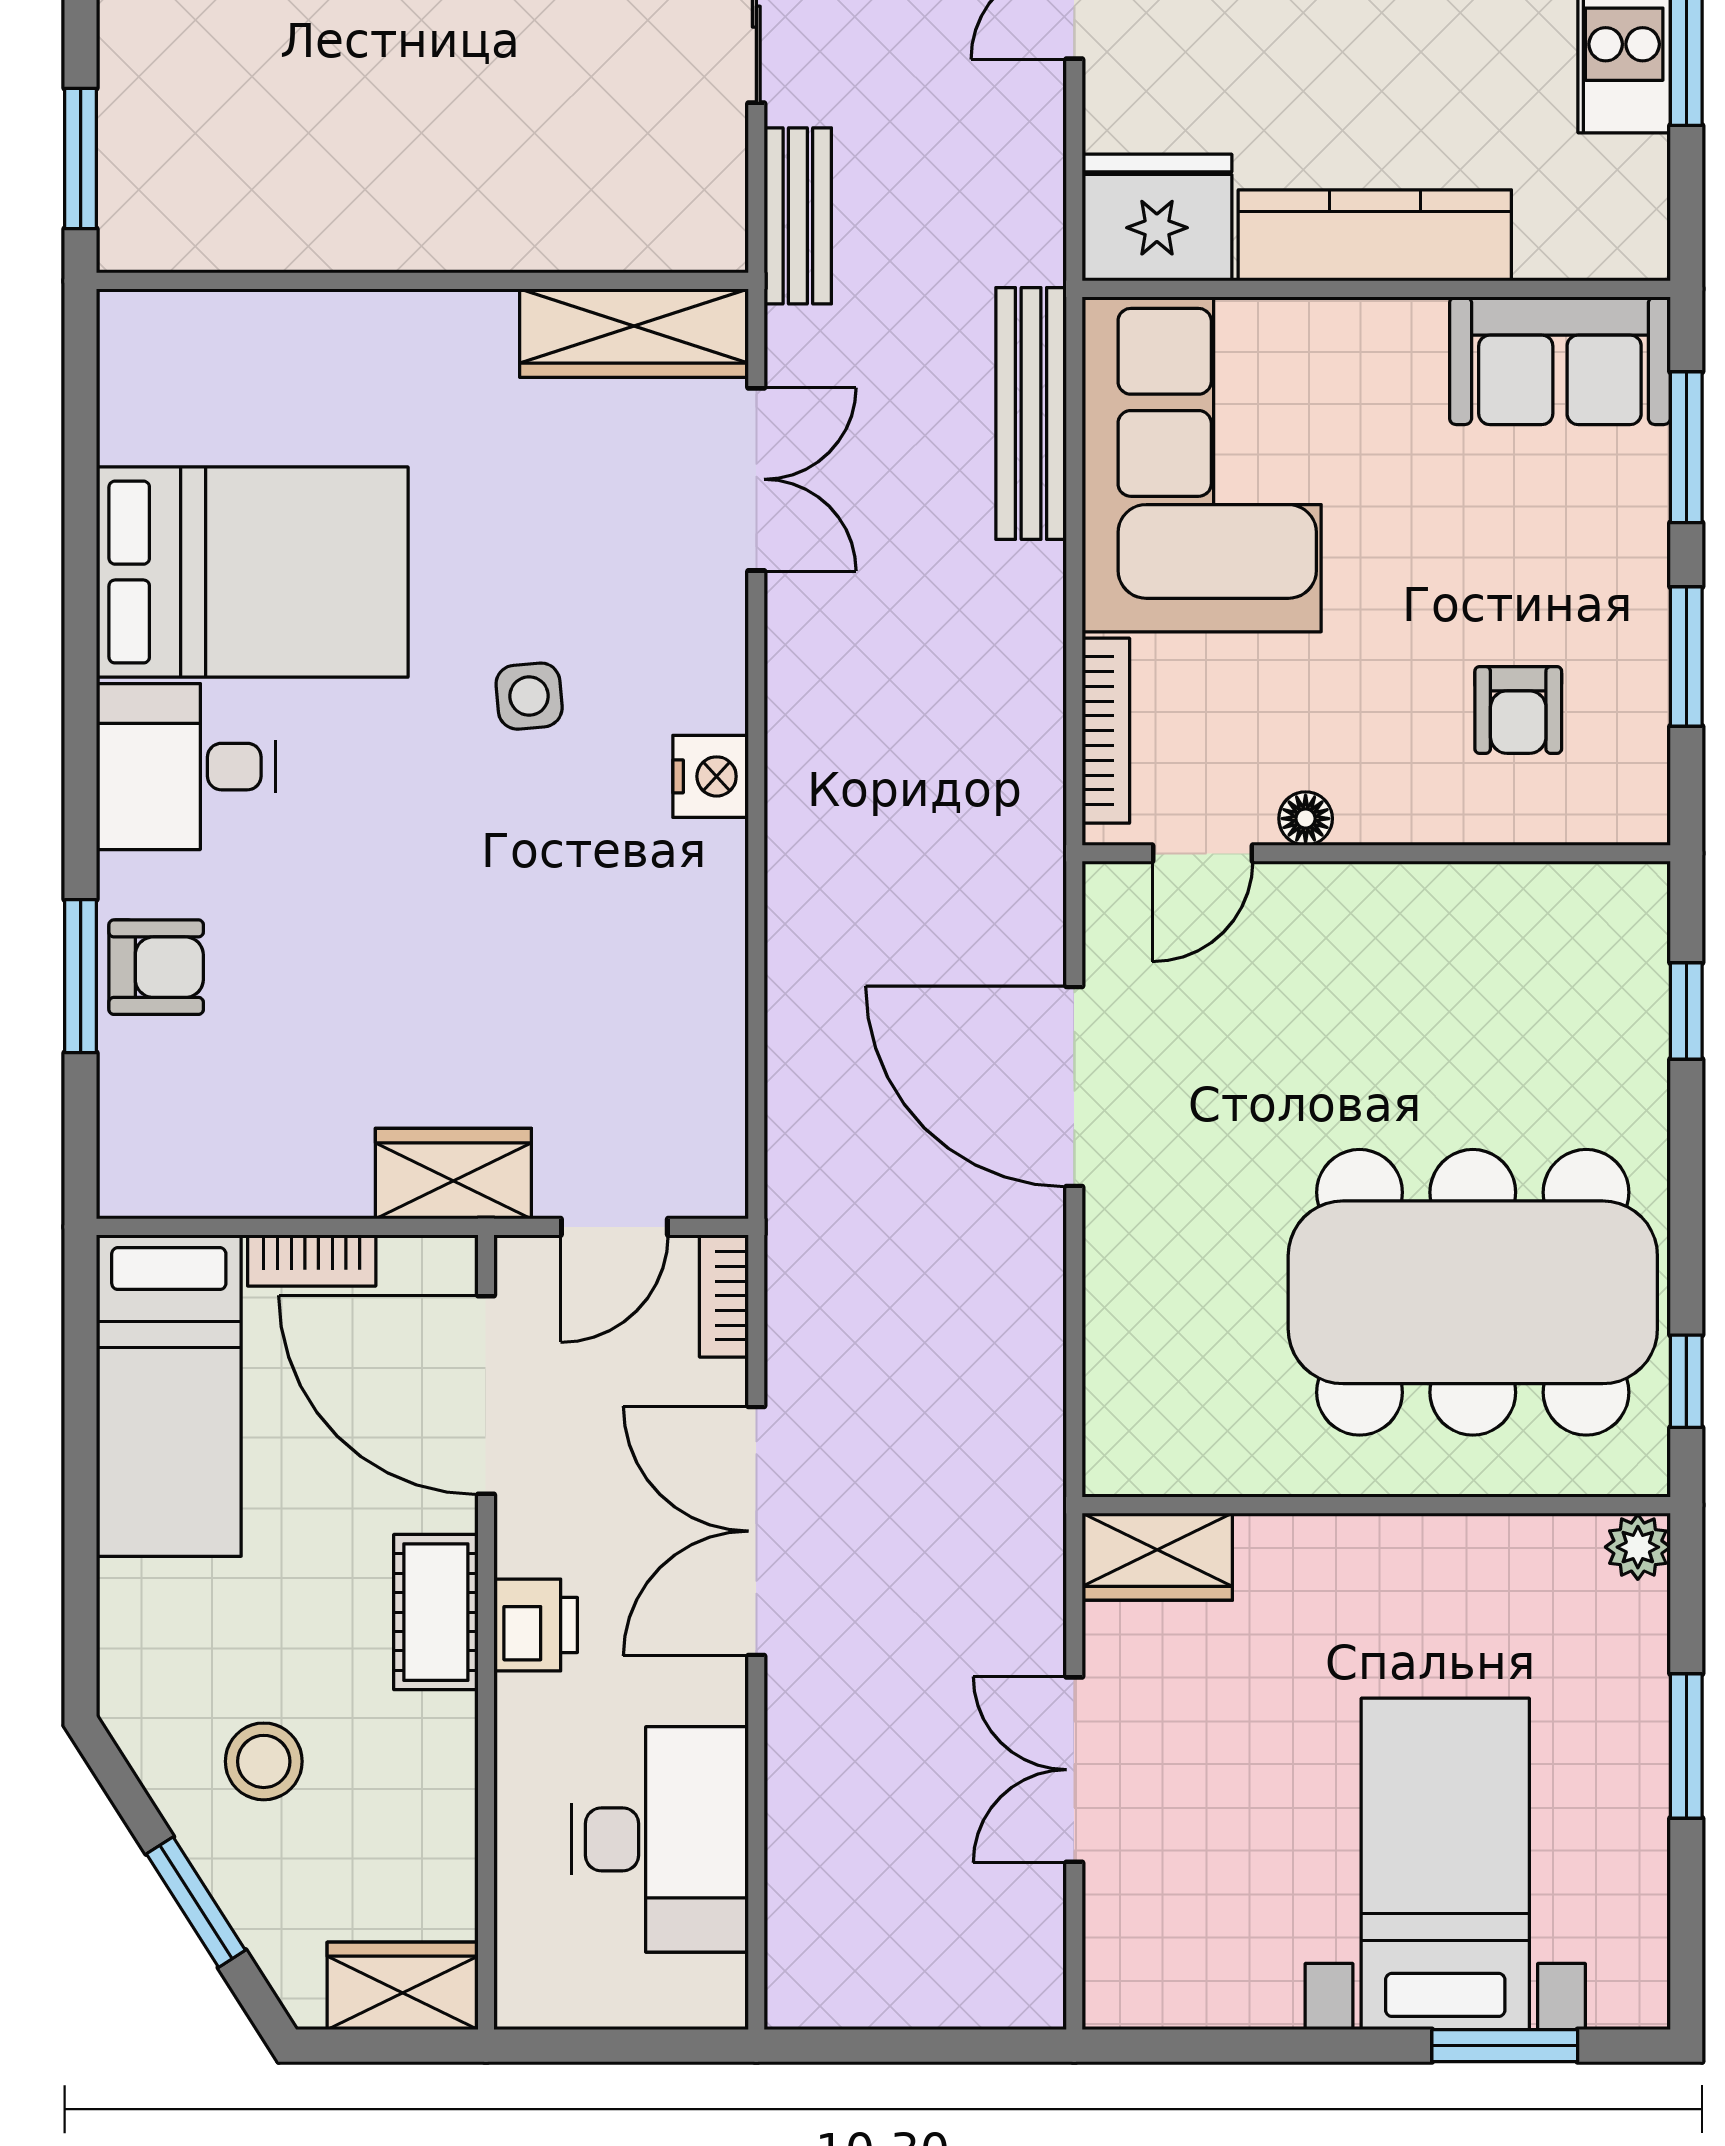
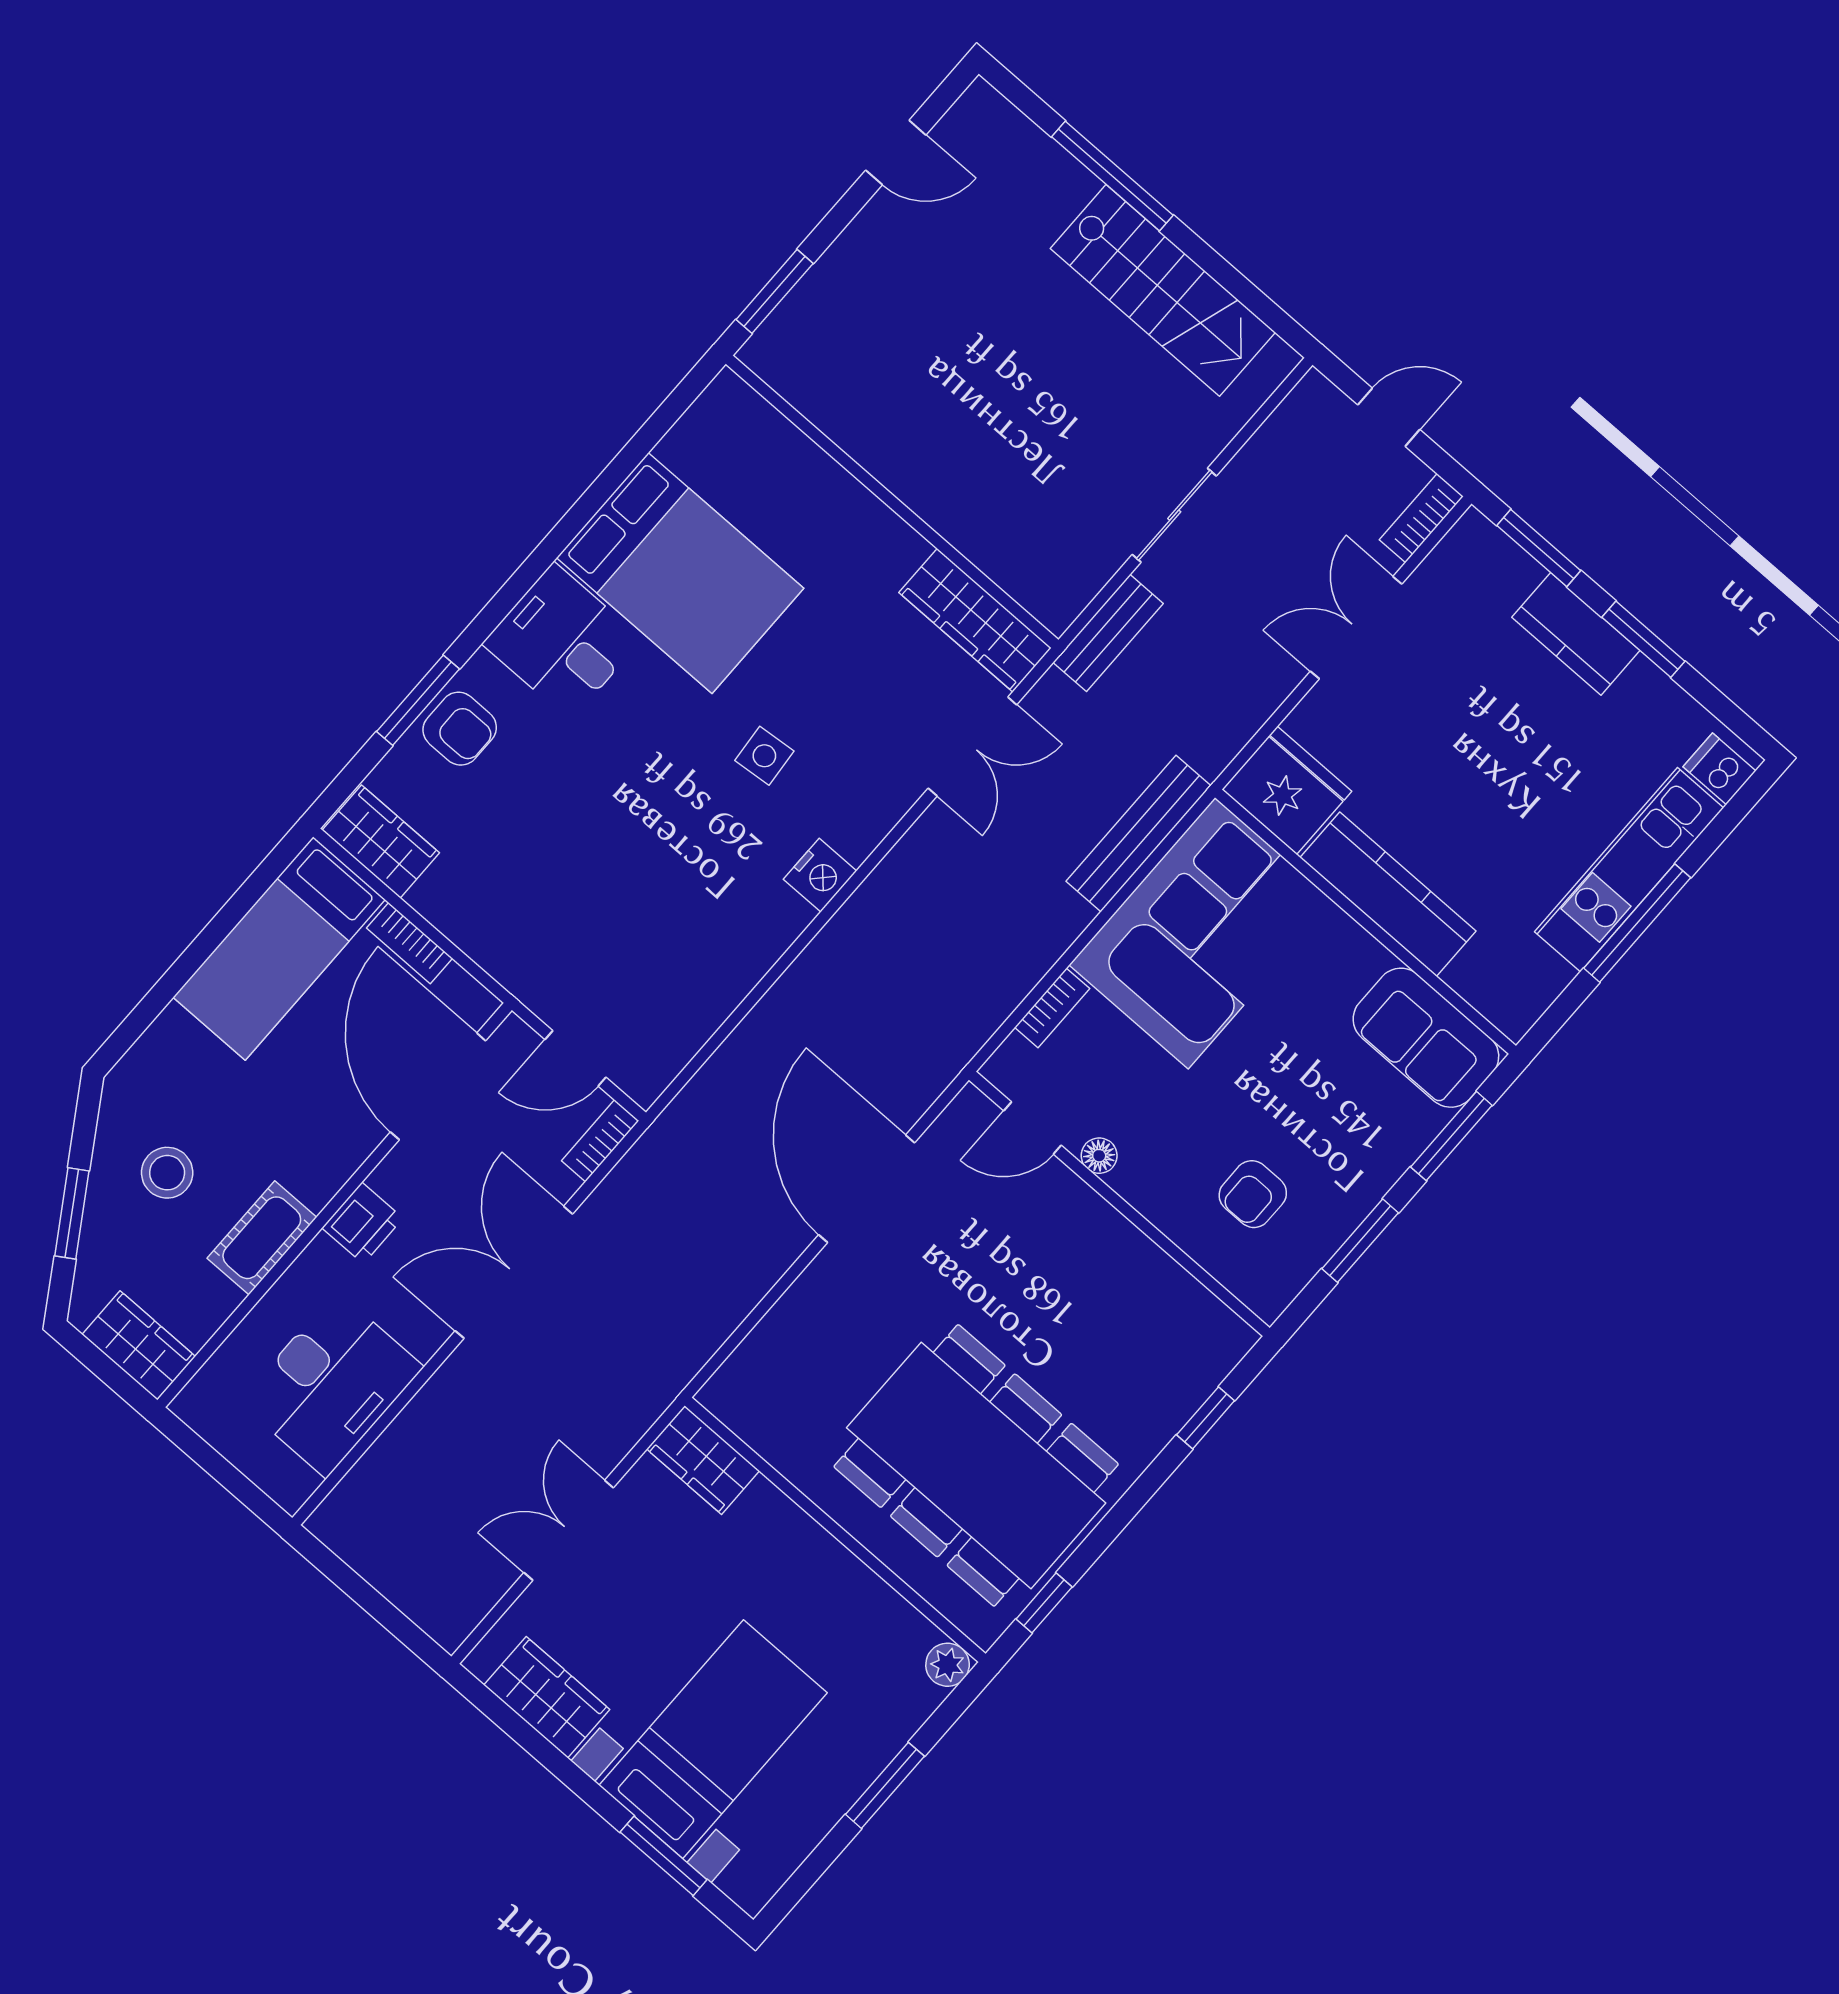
bookcase: (1106, 731) -> (1052, 1008), width x0.64
wardrobe: (453, 1174) -> (381, 842), moved
cot: (436, 1612) -> (262, 1238), moved
wardrobe: (1215, 1981) -> (547, 1697), added

